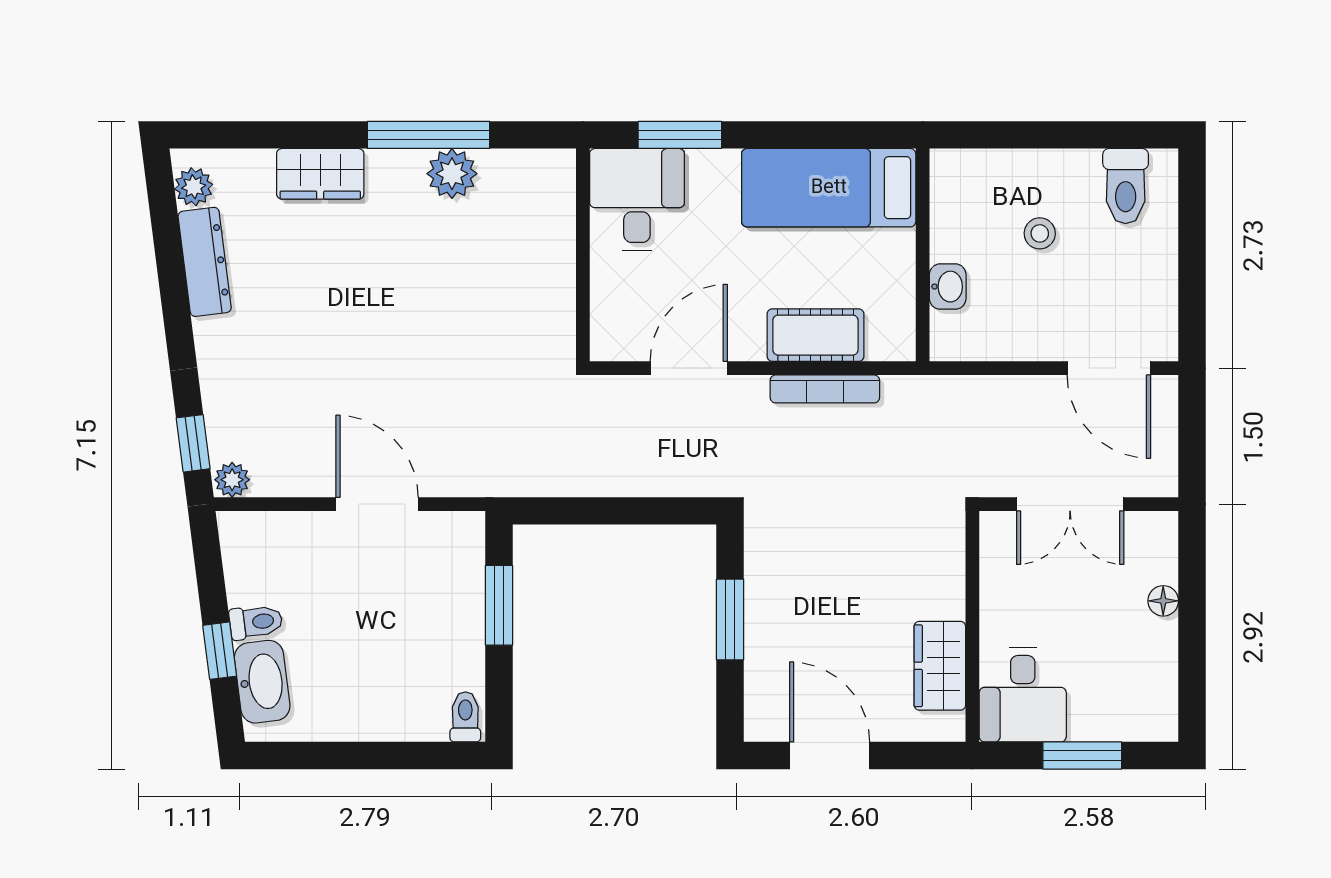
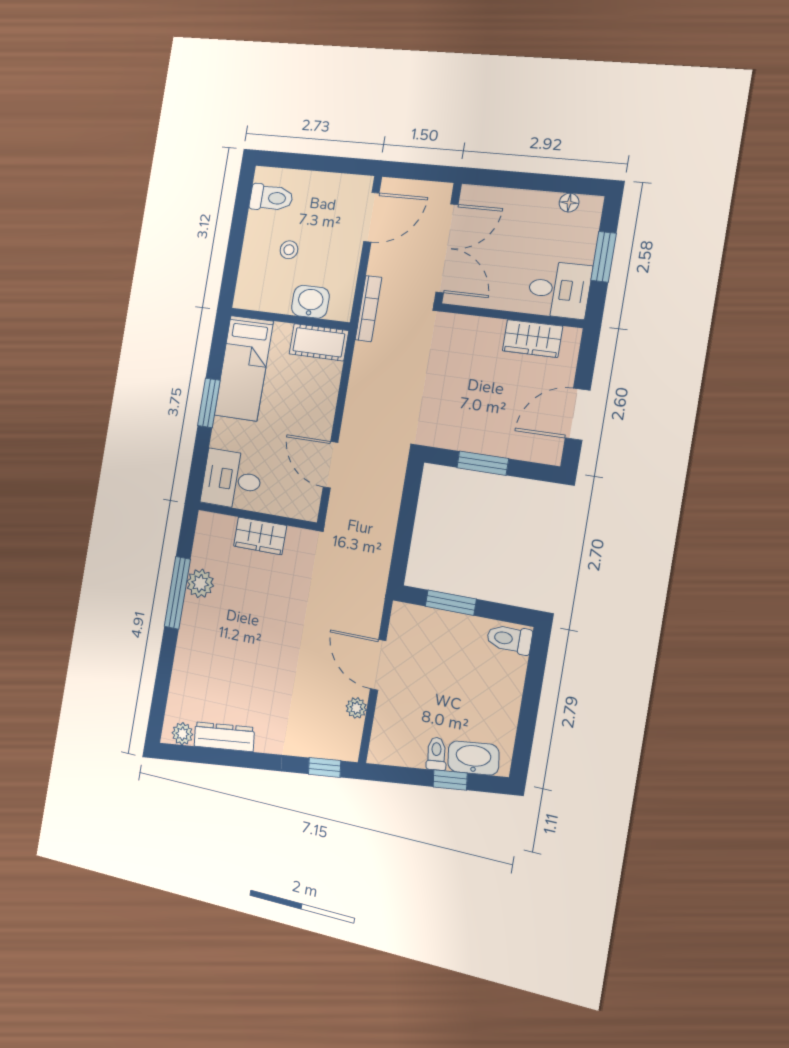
window: (680, 135) -> (209, 403), moved
wardrobe: (320, 174) -> (260, 536), moved, turned 90
washbasin: (948, 287) -> (310, 302), width x1.38, depth x1.45
cot: (815, 335) -> (319, 342), moved, turned 90
bookcase: (825, 389) -> (368, 309), moved
plant: (232, 480) -> (356, 708), moved
door: (377, 504) -> (378, 665), hinge flipped
double door: (1070, 504) -> (447, 248), width x1.37
floor lamp: (1163, 601) -> (569, 203), moved
toilet: (465, 717) -> (509, 639), width x1.37, depth x1.39

